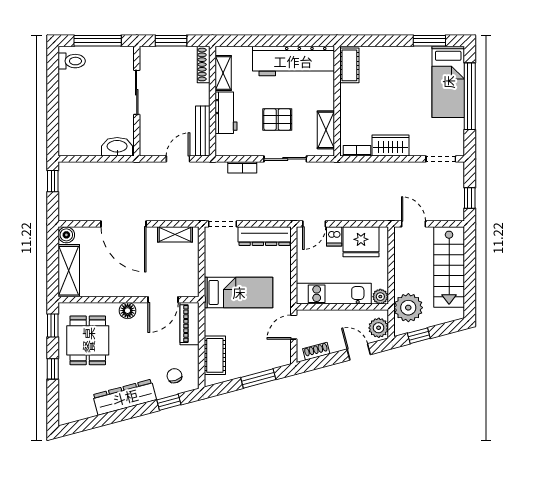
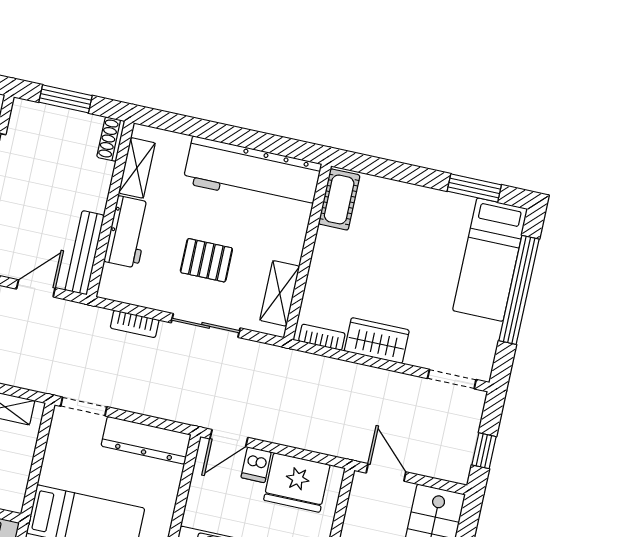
shoe rack: (204, 64) -> (111, 139), width x0.70

